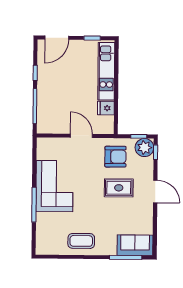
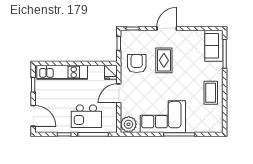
kitchen island: (56, 99) -> (86, 116), added
fridge: (106, 108) -> (111, 72), moved
plant: (144, 148) -> (129, 124), moved

